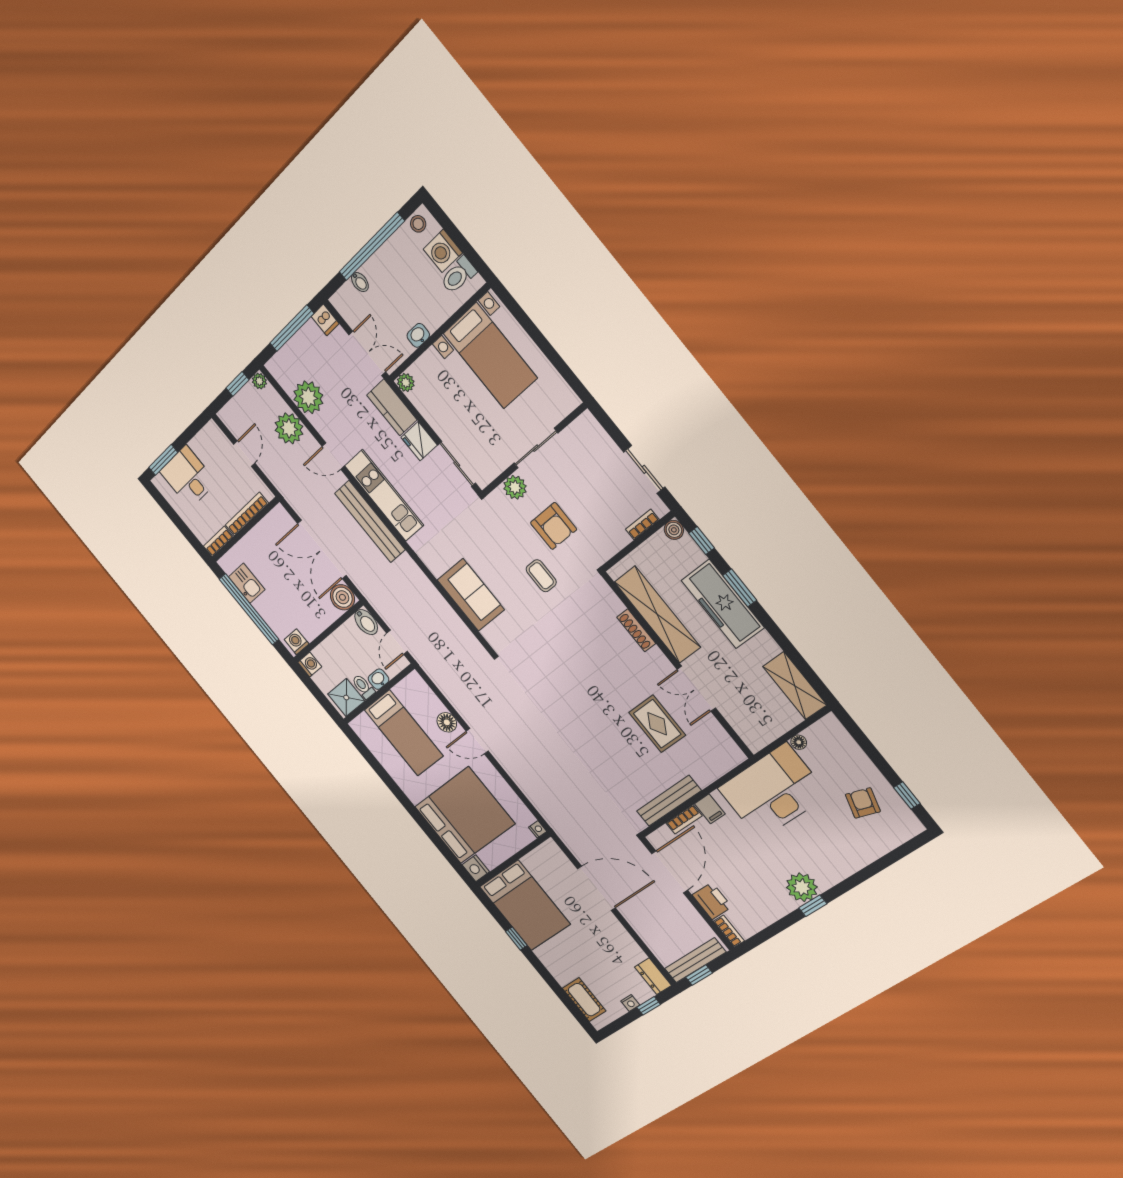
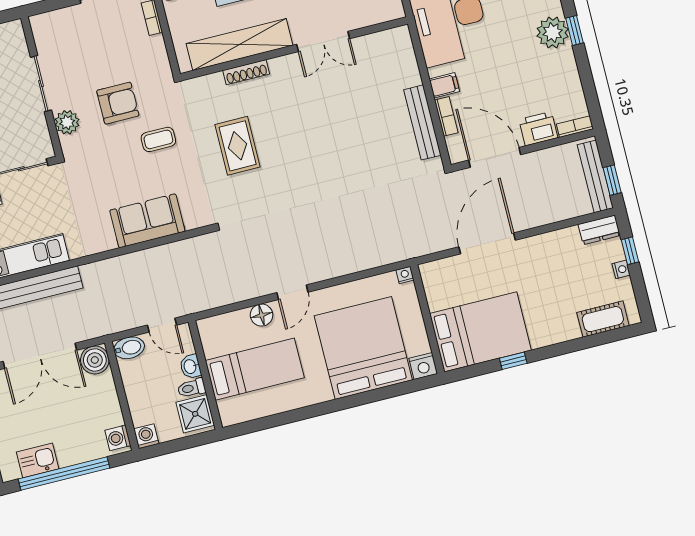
rug: (657, 724) -> (238, 146), moved, turned 90

